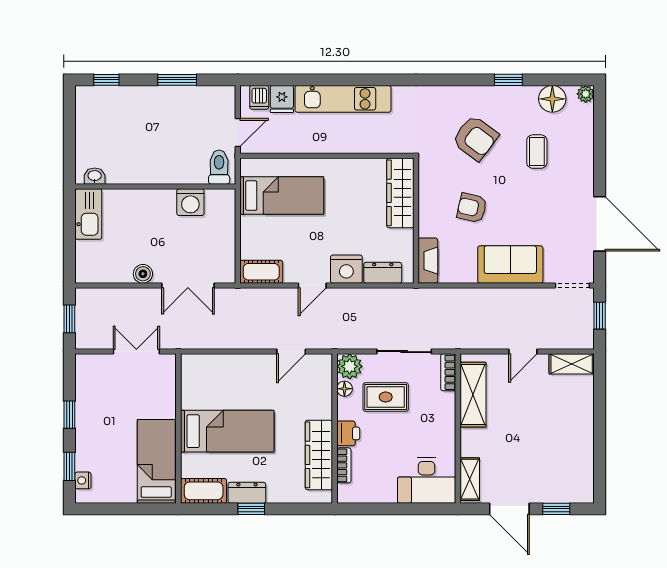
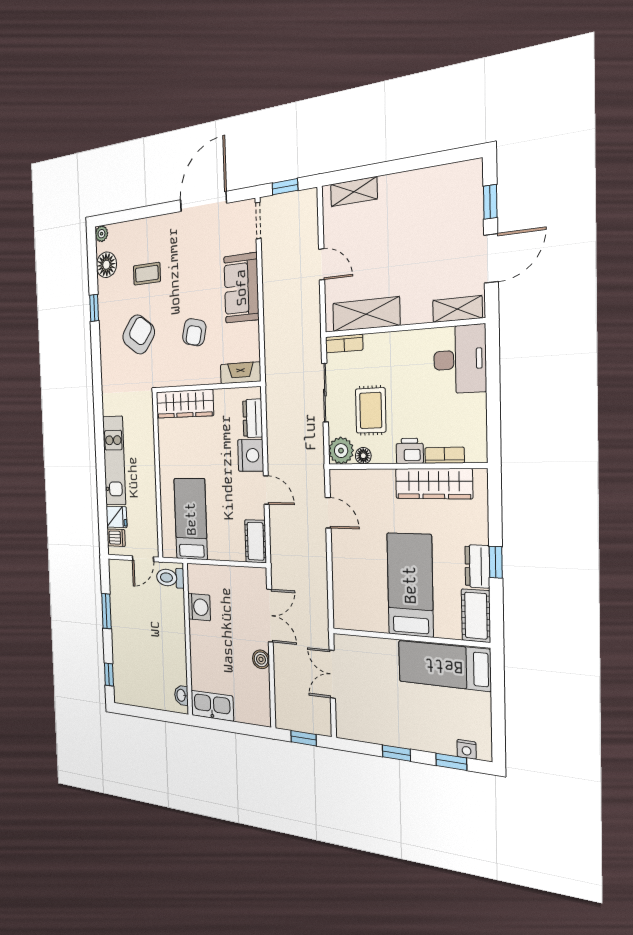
door: (238, 133) -> (143, 559), swing flipped
shelving: (572, 364) -> (354, 192), moved, turned 90

